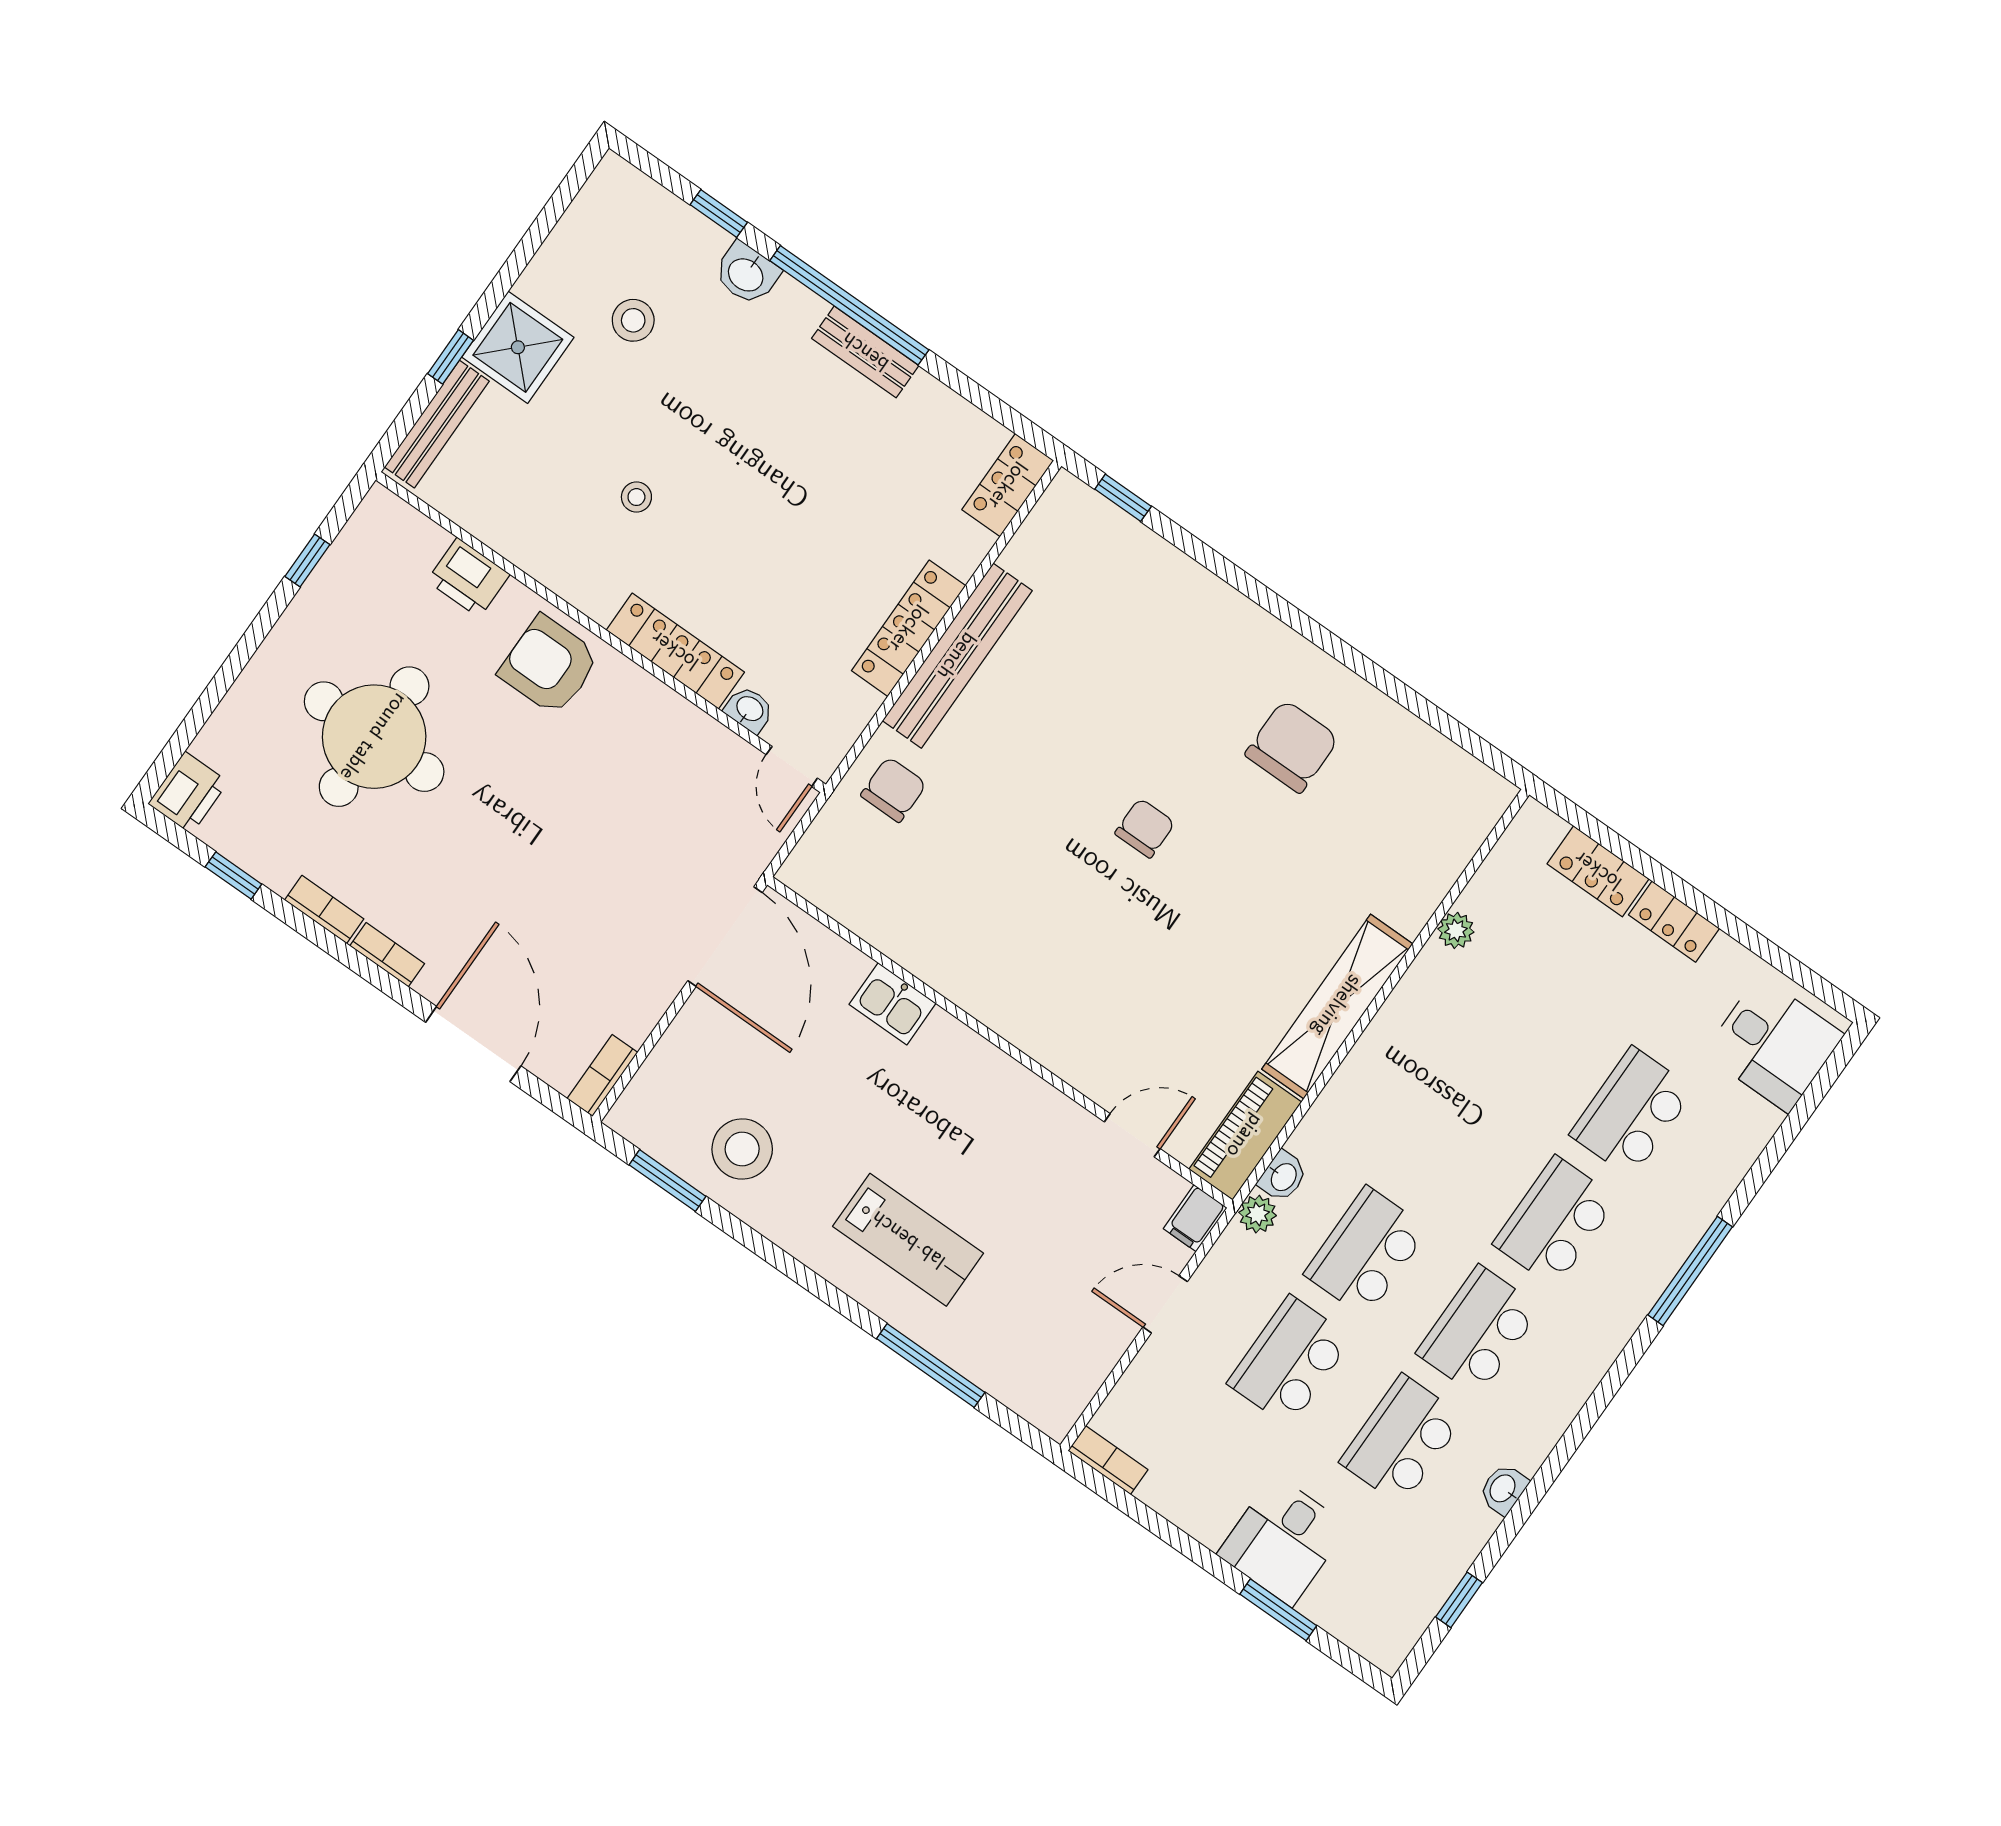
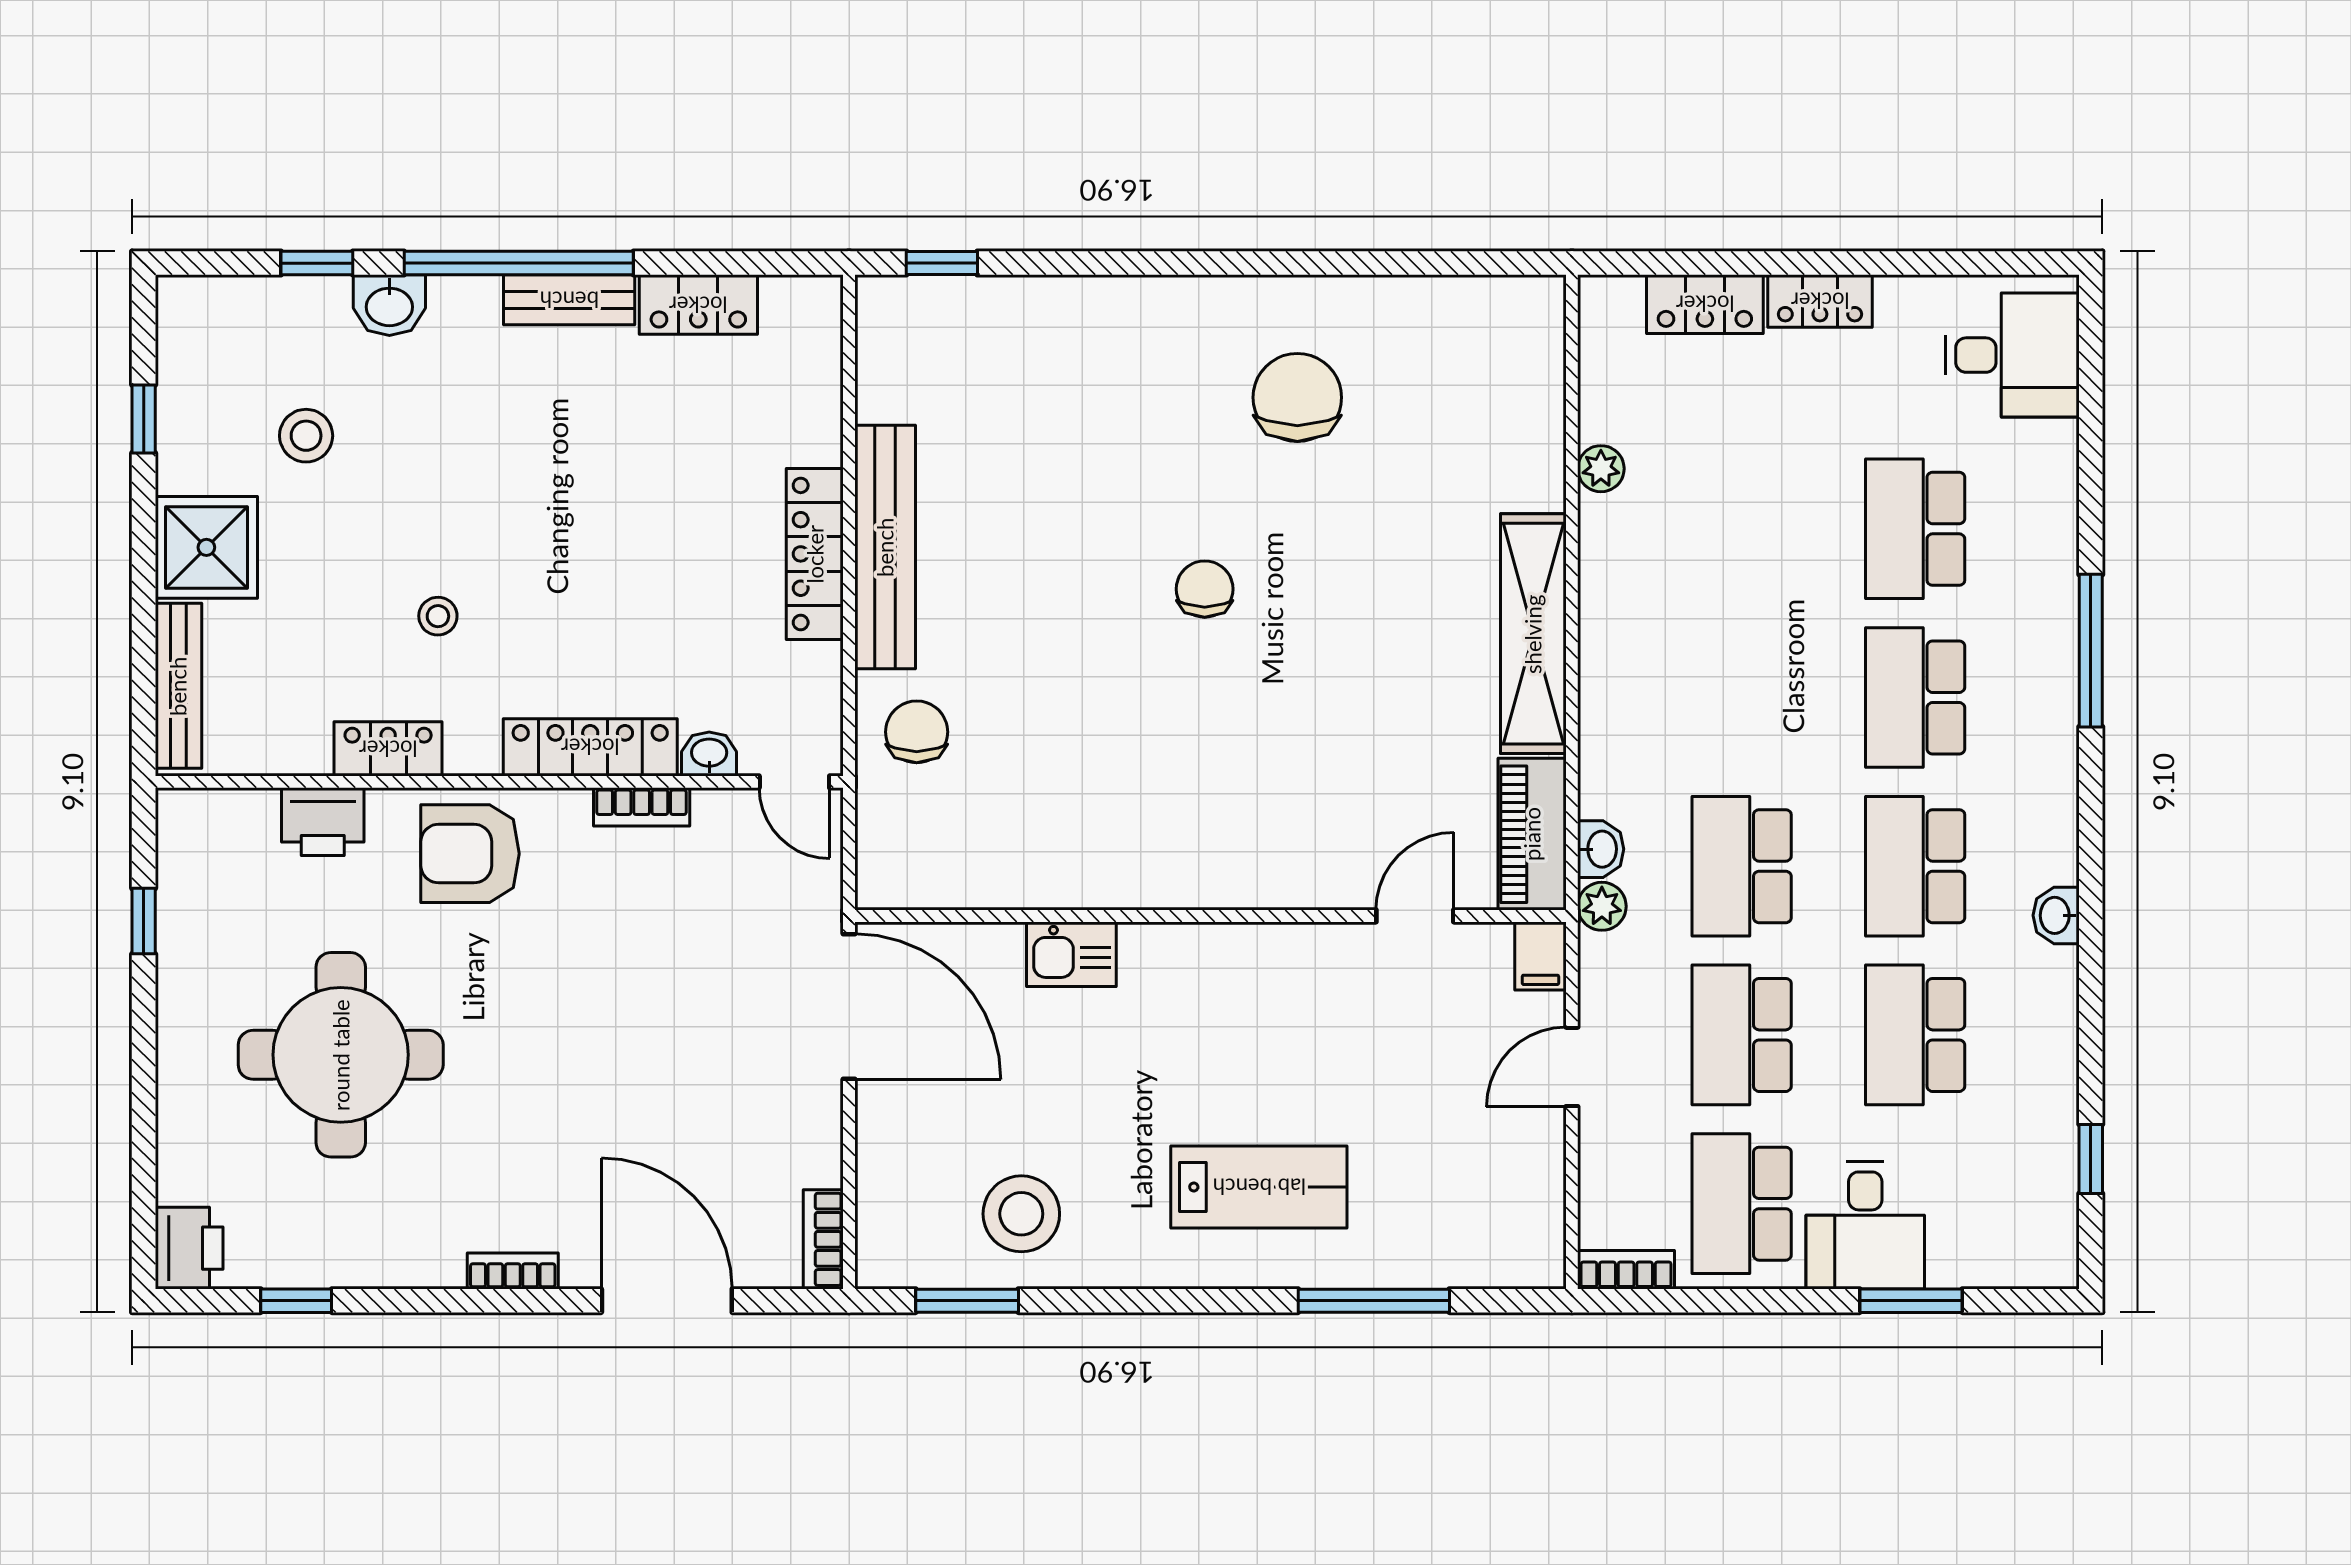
window: (450, 357) -> (144, 419), moved
locker: (1008, 485) -> (698, 305), moved, turned -90
locker: (544, 560) -> (388, 749), added
bookcase: (324, 909) -> (642, 807), moved, turned 180
school desk: (1213, 1470) -> (1742, 1204), added
washbasin: (1503, 1489) -> (2056, 915), moved

